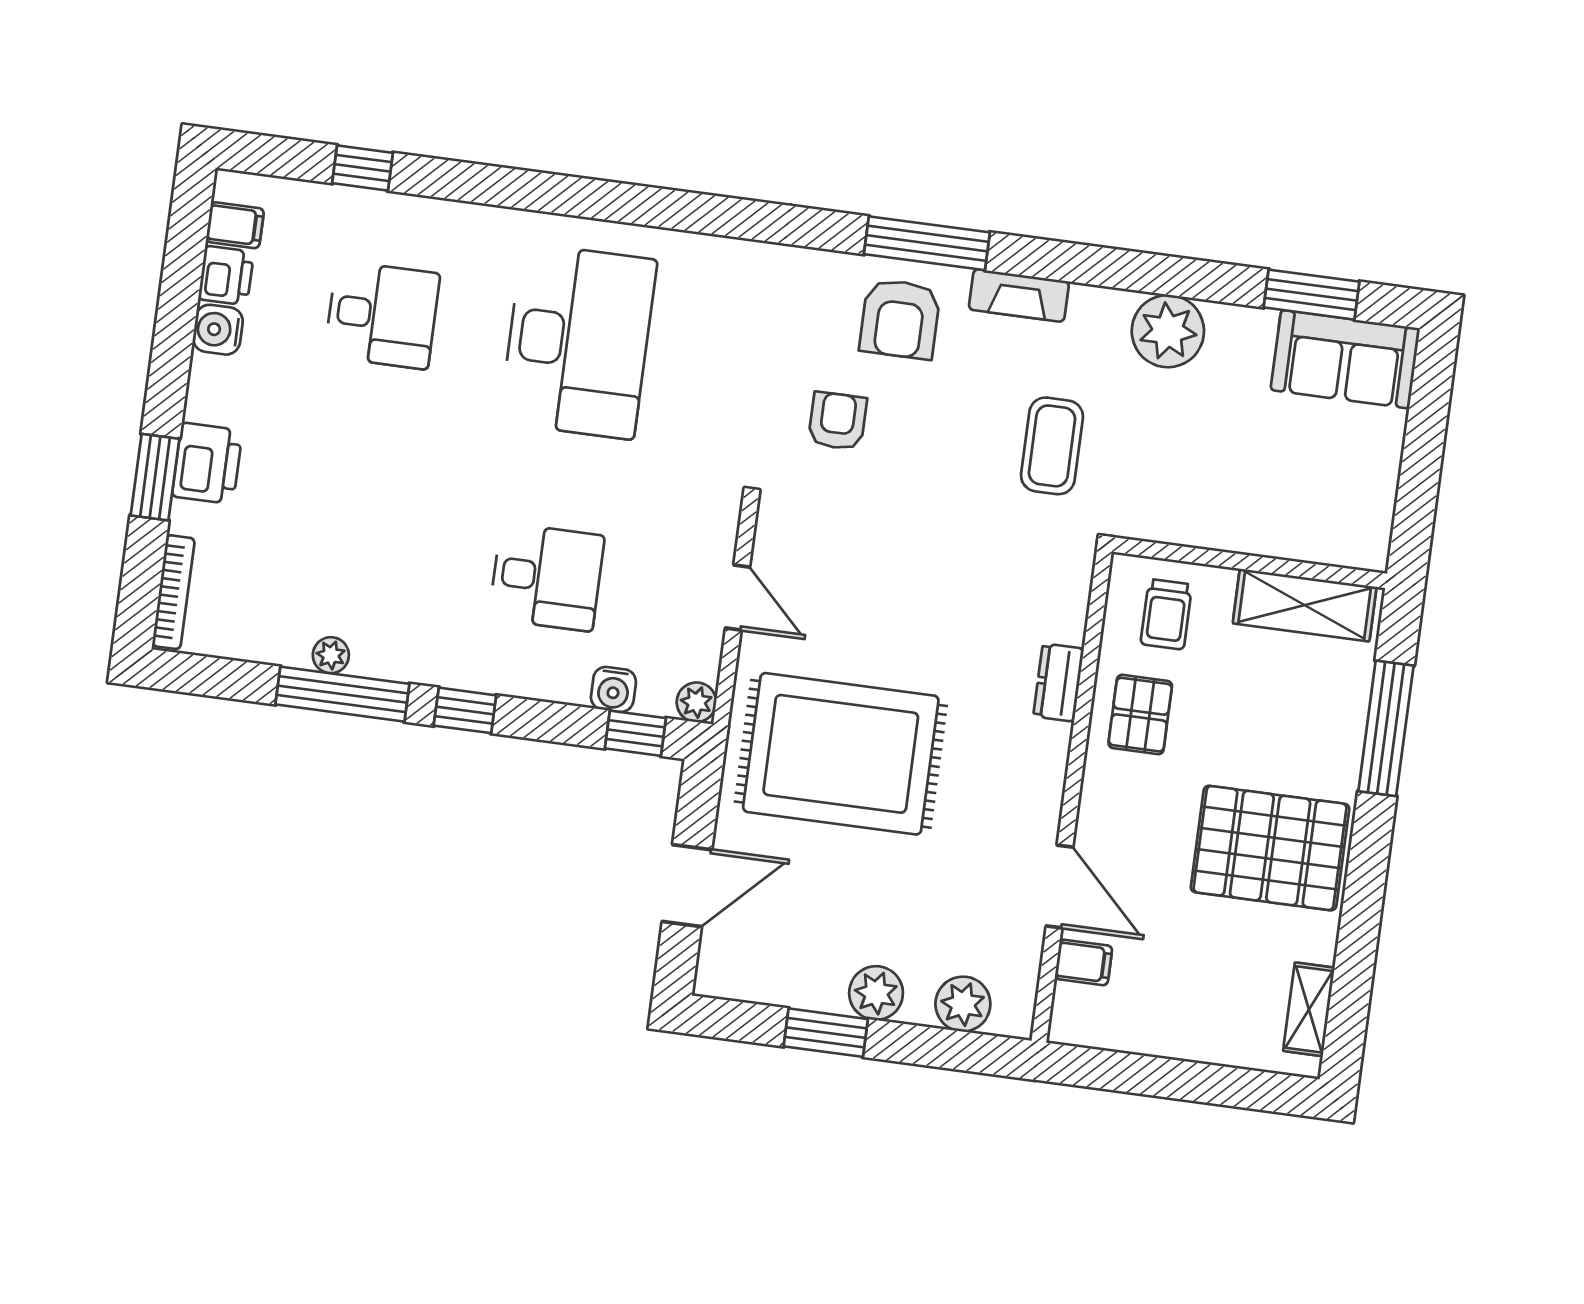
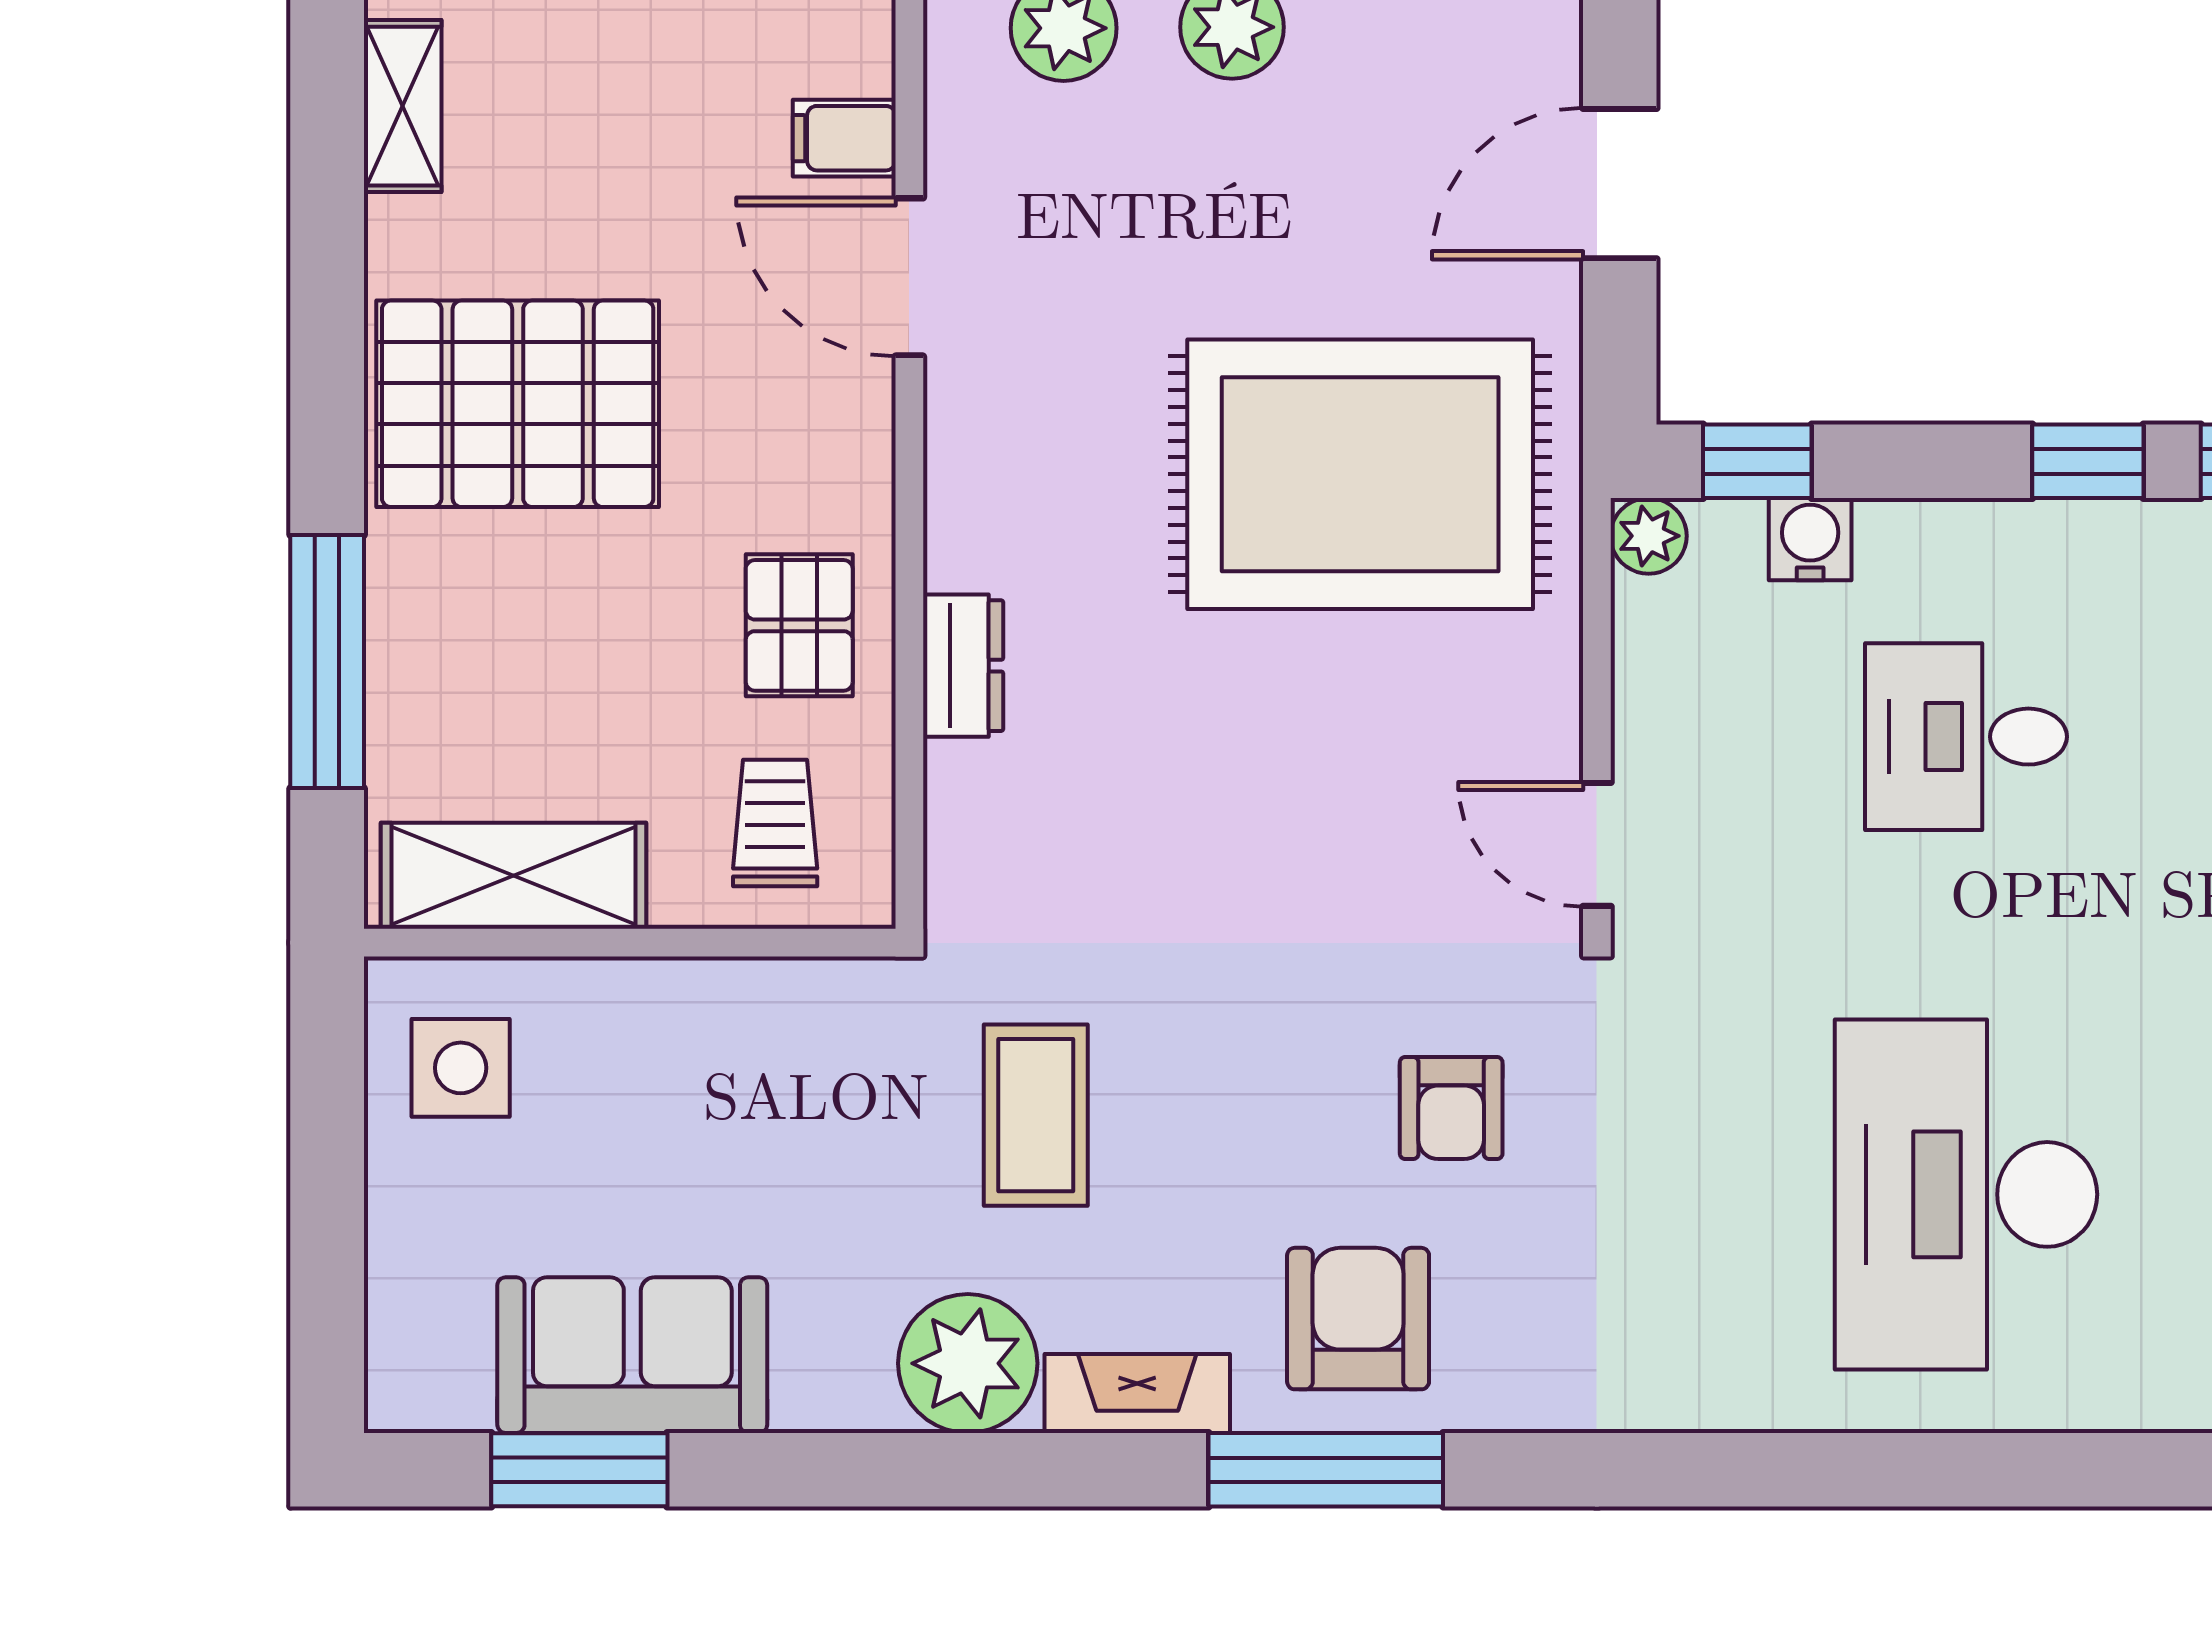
plant: (1168, 331) -> (968, 1363), moved
sofa: (1345, 359) -> (632, 1355), moved
side table: (1345, 510) -> (461, 1068), added
door: (738, 598) -> (1597, 844), moved

